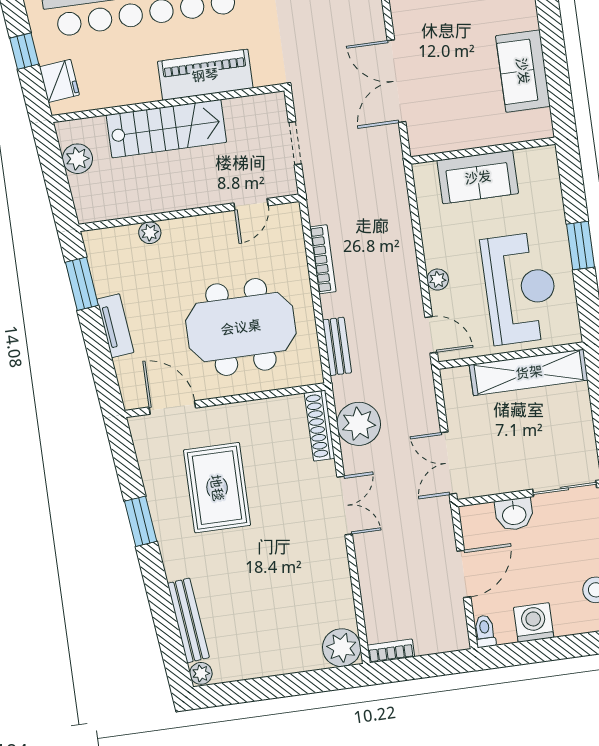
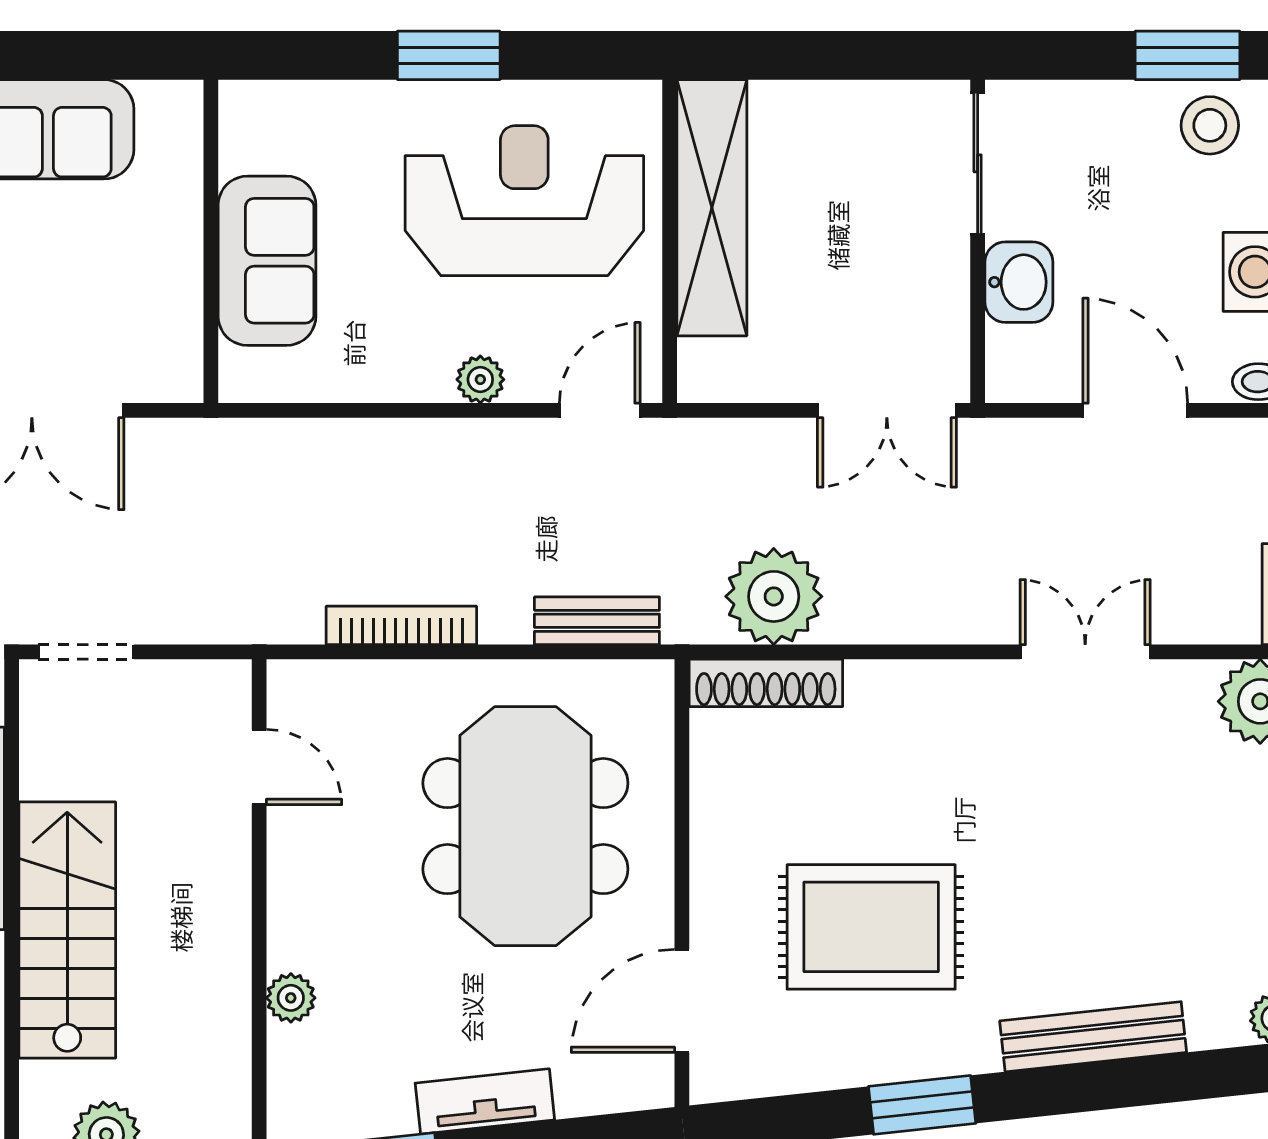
doorway: (295, 143) -> (86, 652), moved
double door: (345, 505) -> (1085, 652), moved
bench: (188, 620) -> (1093, 1037), moved

